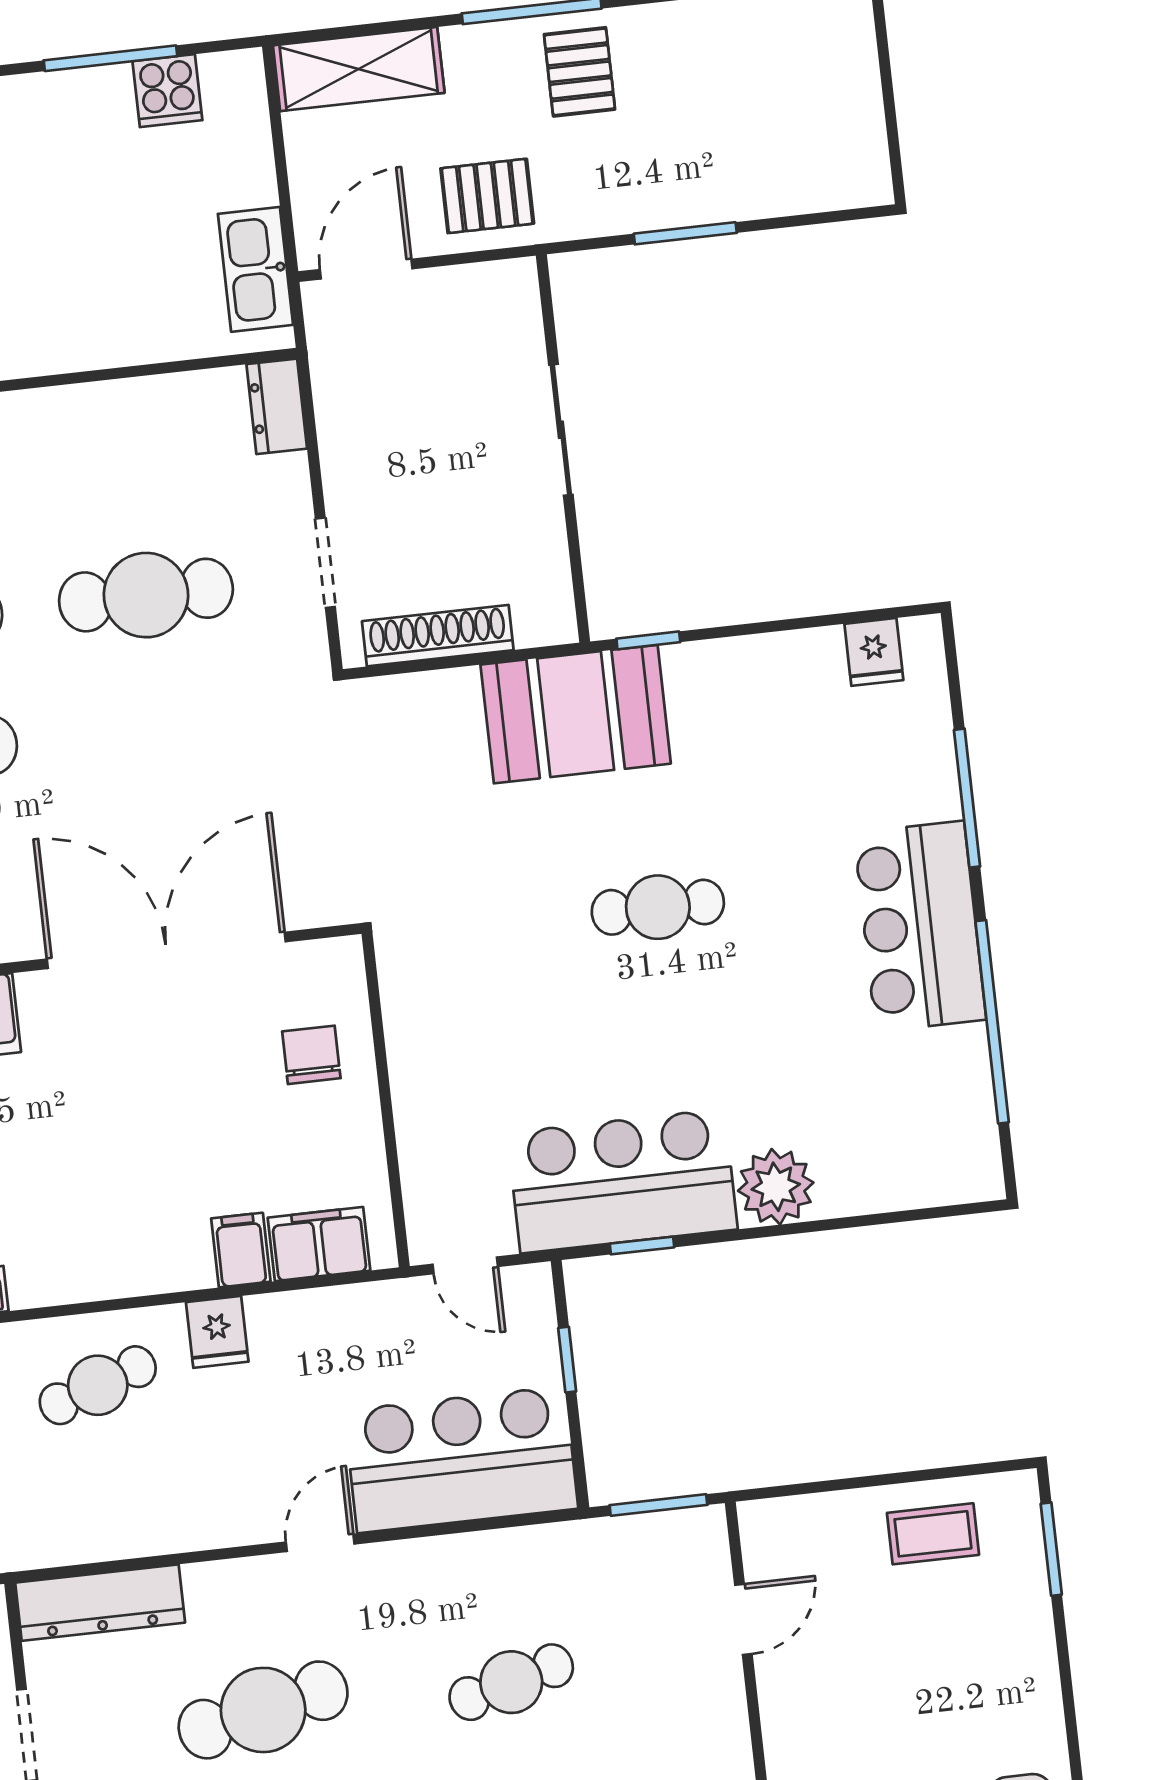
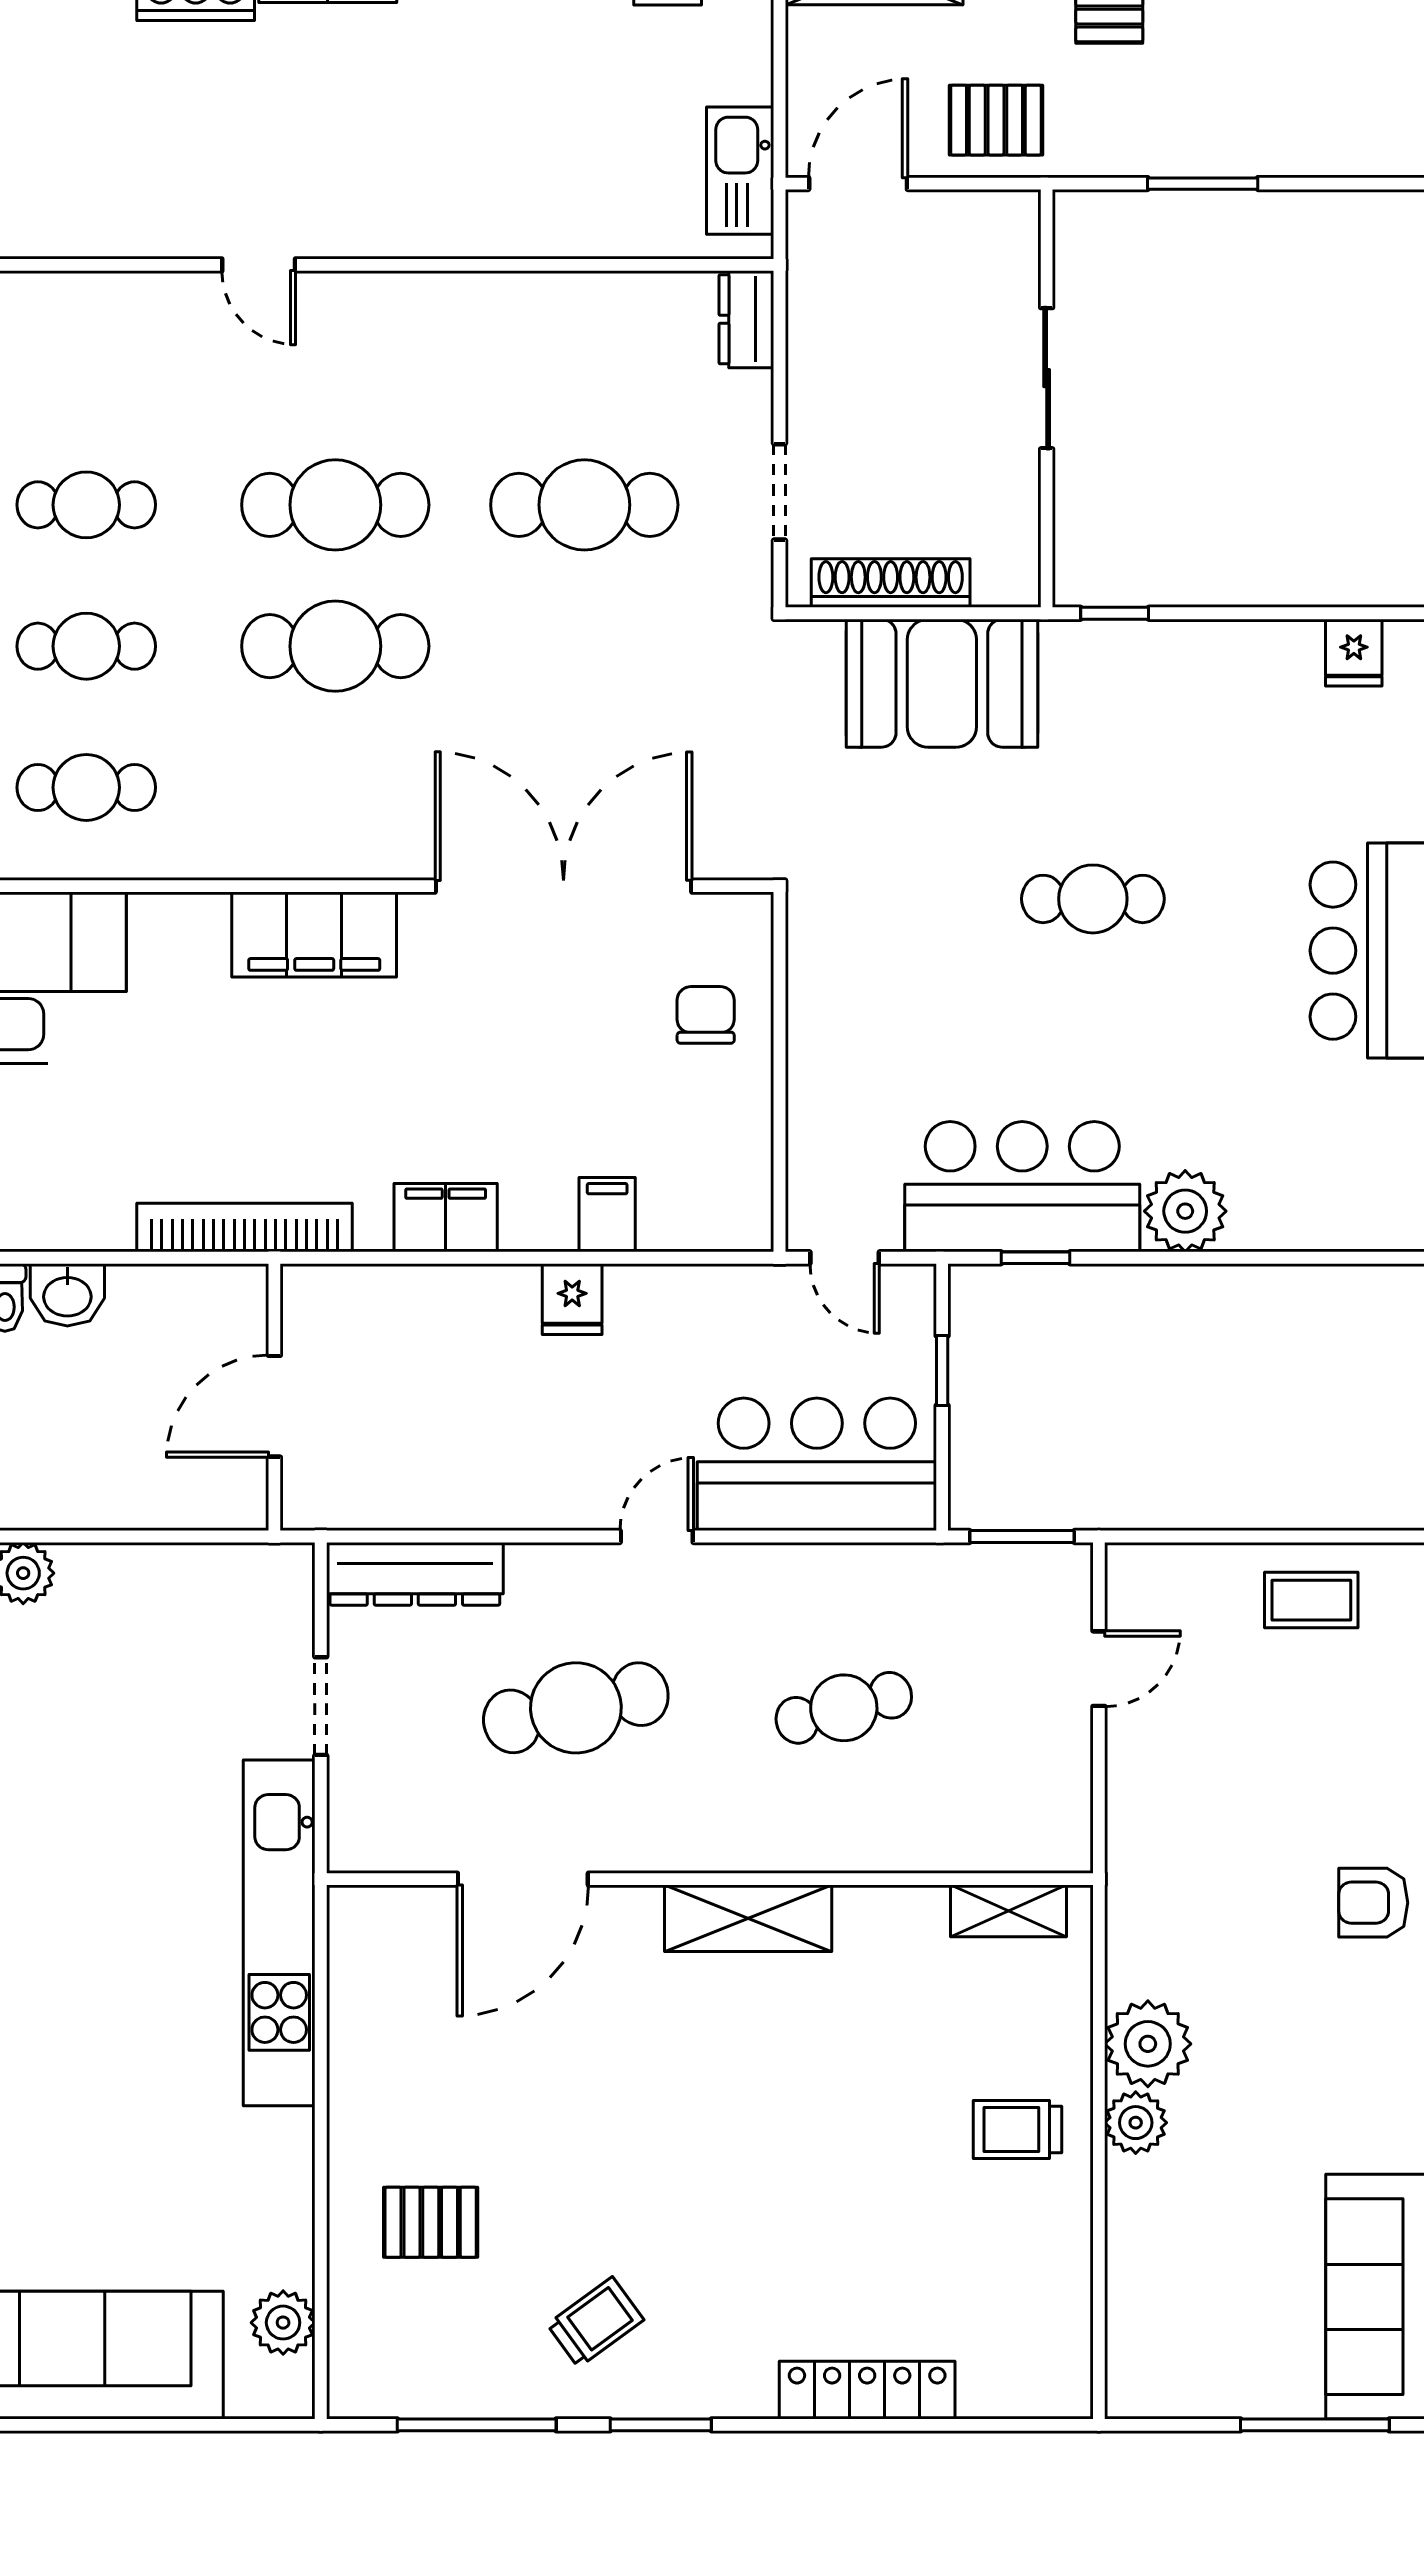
booth: (576, 714) -> (942, 683), moved
filing cabinet: (319, 1244) -> (446, 1218), moved
cafe table: (98, 1385) -> (438, 1342), removed

